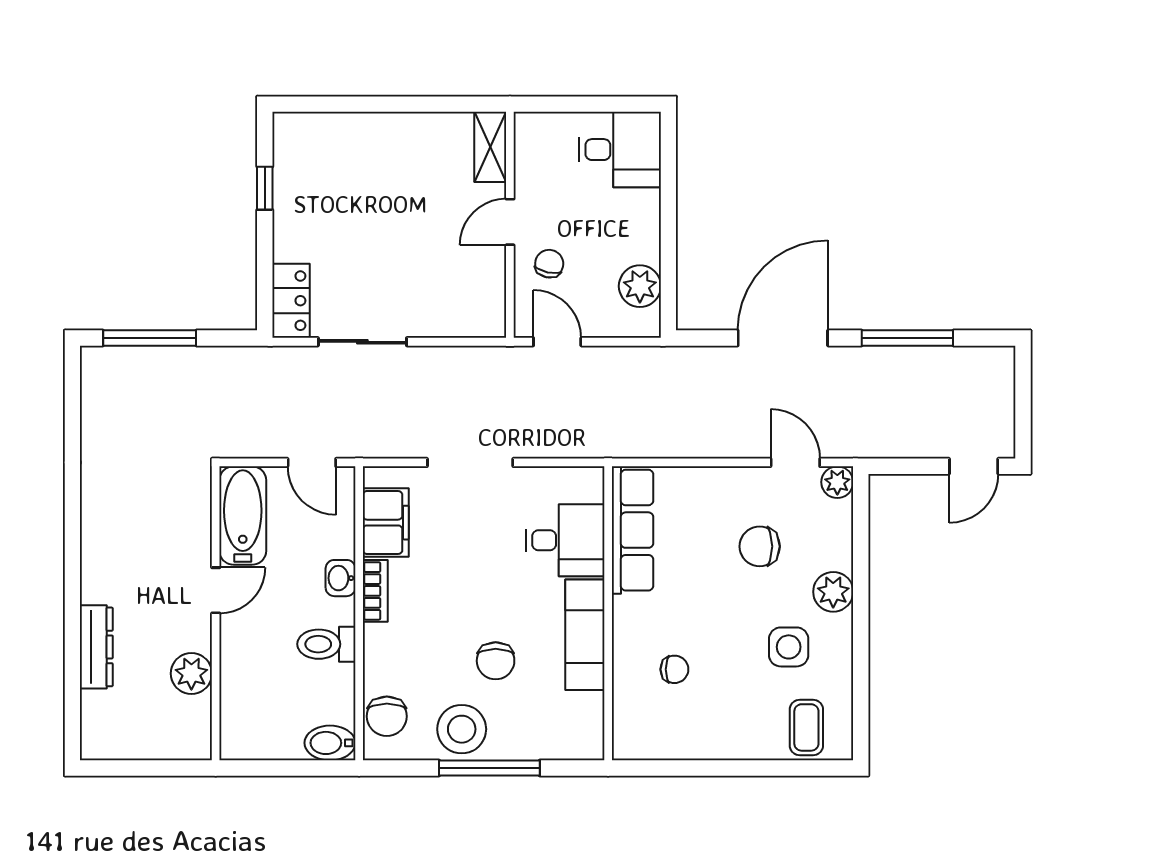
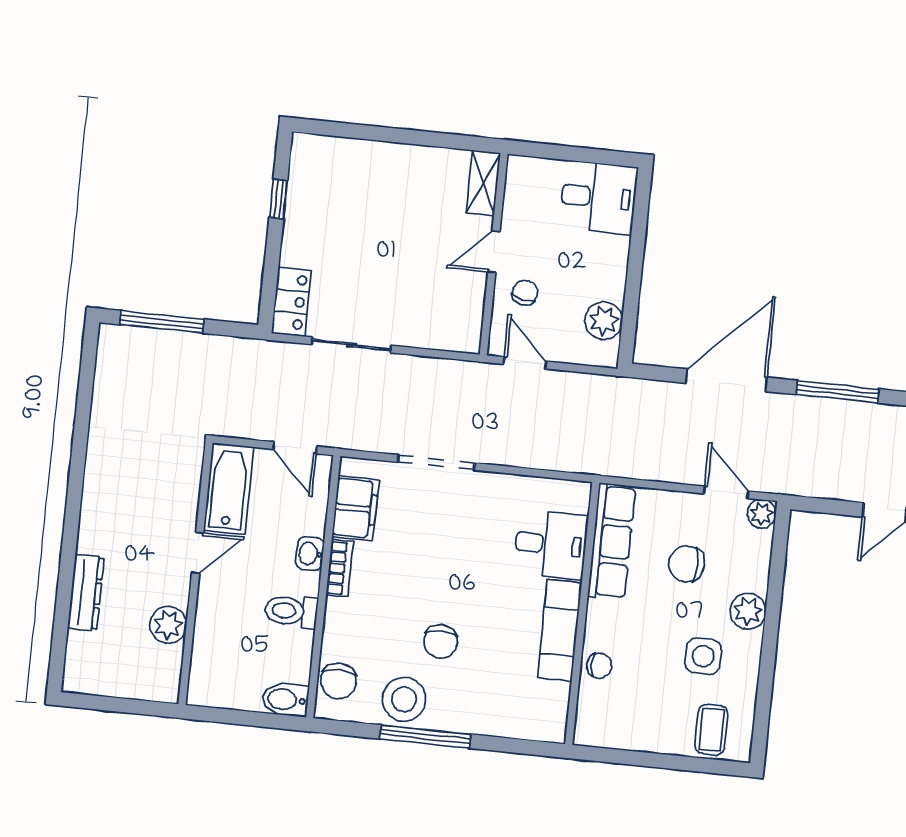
row of seats: (632, 530) -> (612, 541), moved
desk: (565, 540) -> (551, 544), moved
wall: (608, 613) -> (582, 613), moved
exam couch: (585, 635) -> (560, 630), moved

